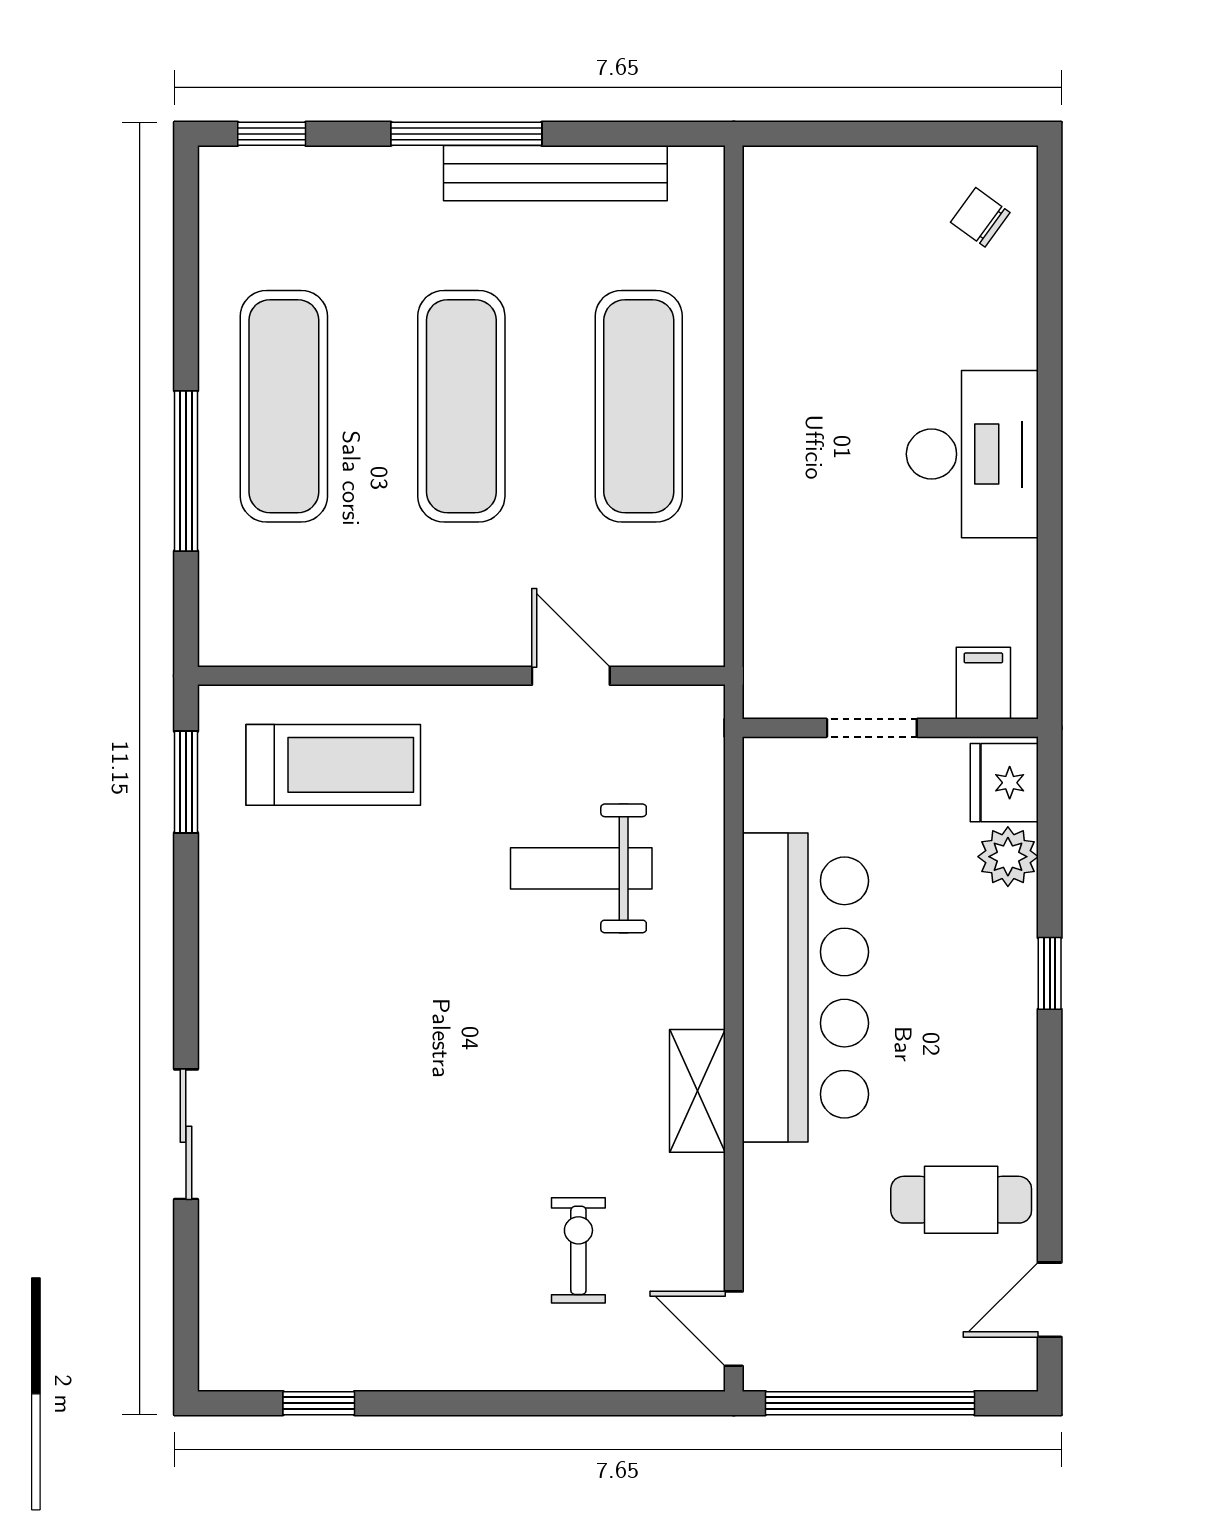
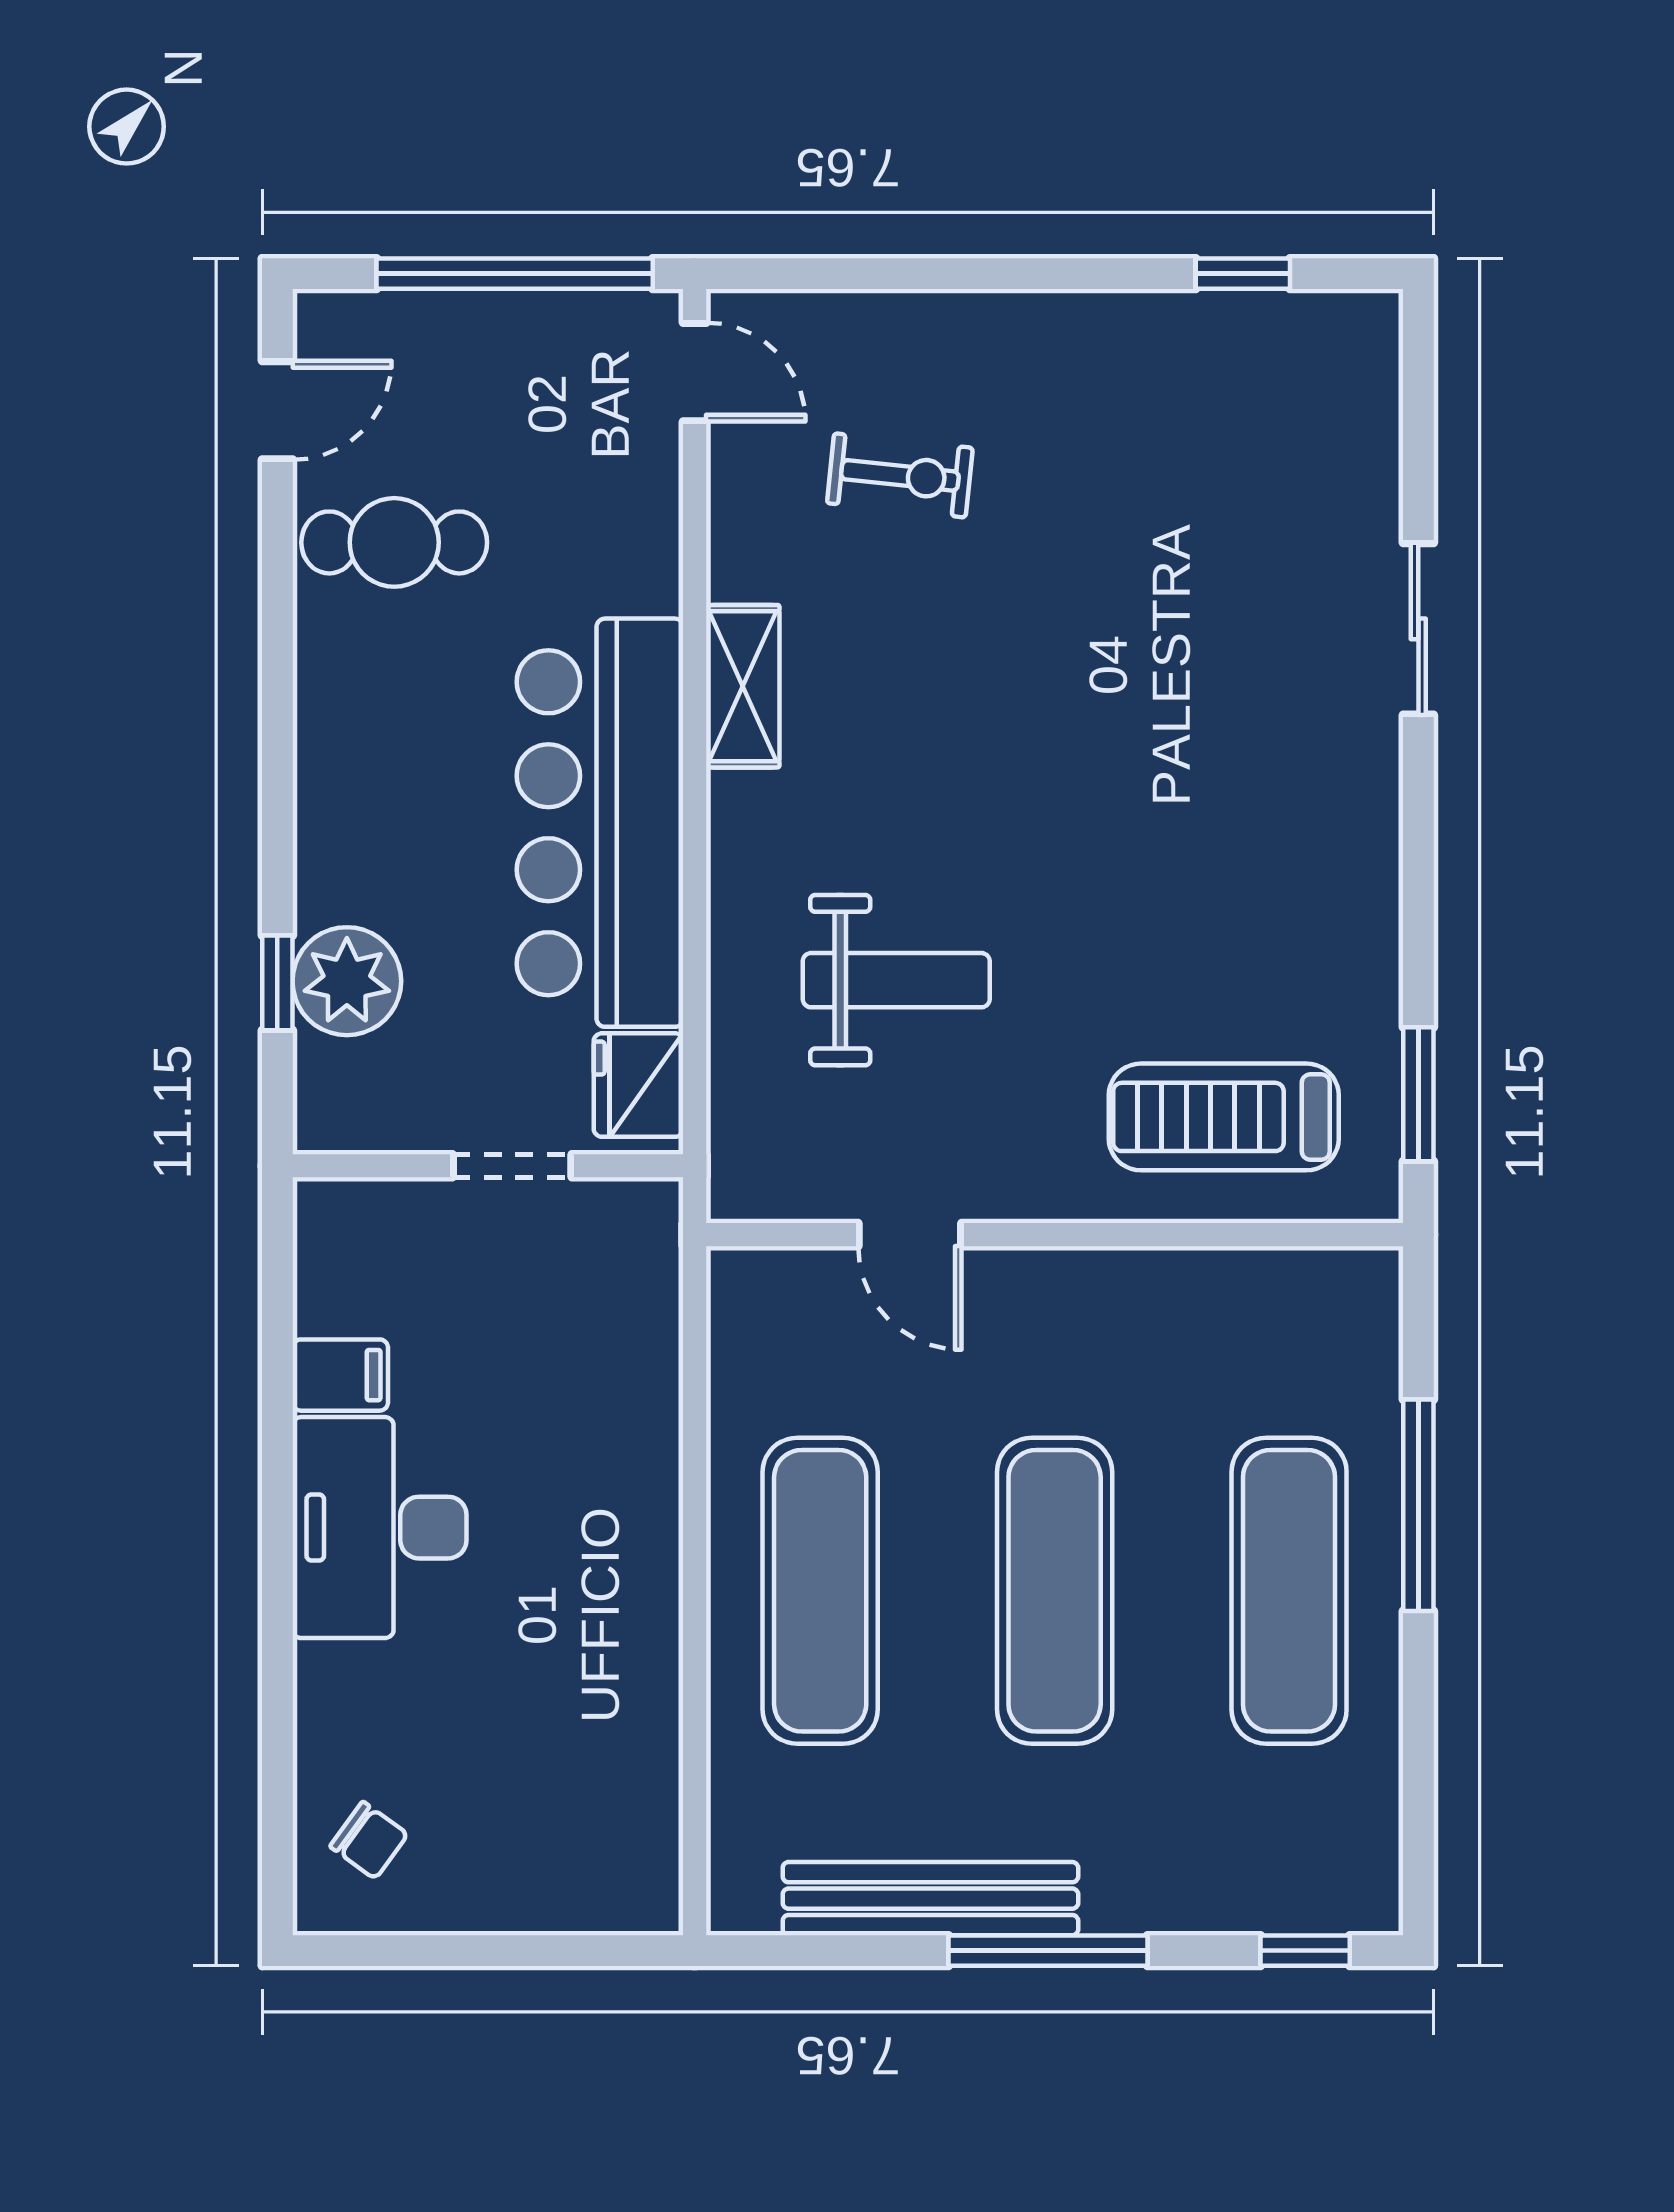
filing cabinet: (983, 683) -> (340, 1375), moved, turned -90
fridge: (1004, 783) -> (638, 1085), moved, turned 180
plant: (1008, 857) -> (347, 981), width x1.36, depth x1.36
window: (1050, 973) -> (277, 983), moved
exercise bike: (578, 1250) -> (900, 475), turned -84

